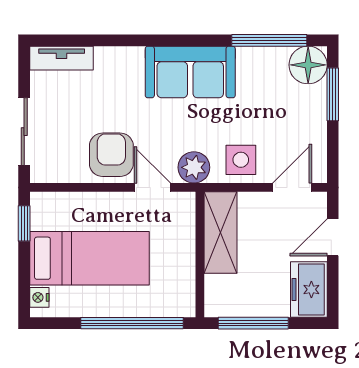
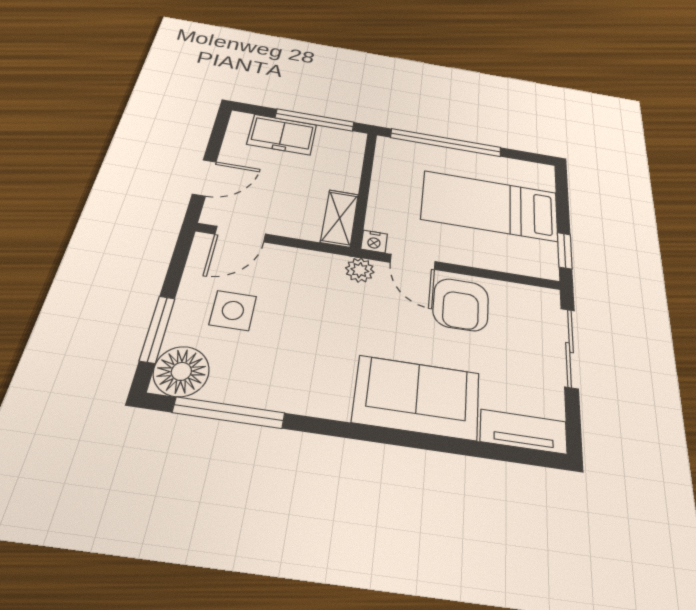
sofa: (190, 72) -> (417, 397), moved
side table: (241, 160) -> (233, 310), moved
plant: (194, 167) -> (360, 270), width x0.73, depth x0.73
shelving: (221, 233) -> (340, 218), width x0.67, depth x0.75
freezer: (309, 289) -> (282, 135), moved, turned 90
nightstand: (39, 297) -> (374, 241), moved, turned 90

